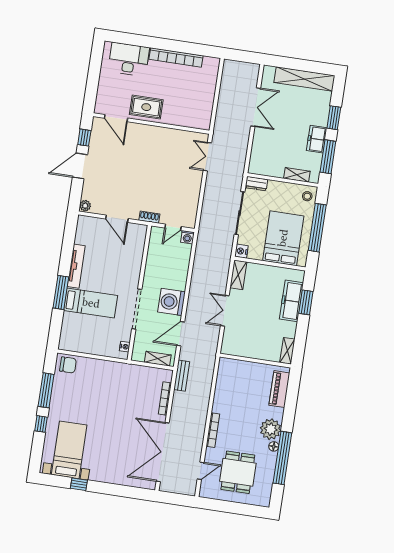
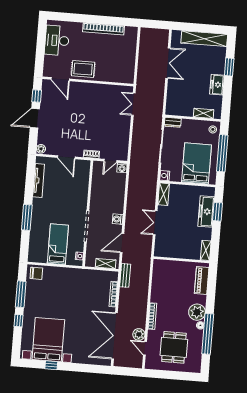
desk: (129, 59) -> (57, 40), moved, turned -90
window: (328, 157) -> (227, 98), removed
tv unit: (76, 266) -> (39, 180), moved
washing machine: (172, 302) -> (118, 219), width x0.53, depth x0.53
bed: (91, 303) -> (58, 244), moved, turned -90
bed with nightstands: (69, 450) -> (48, 340), width x1.36
plant: (194, 453) -> (139, 334), added
door: (201, 471) -> (145, 348), swing flipped

